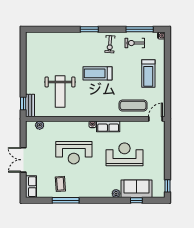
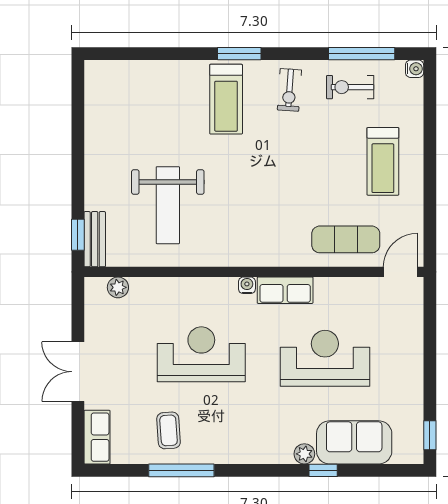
treadmill: (98, 73) -> (226, 99), moved, turned -90
reception desk: (74, 153) -> (201, 354), turned 180
window: (136, 200) -> (323, 470), moved

